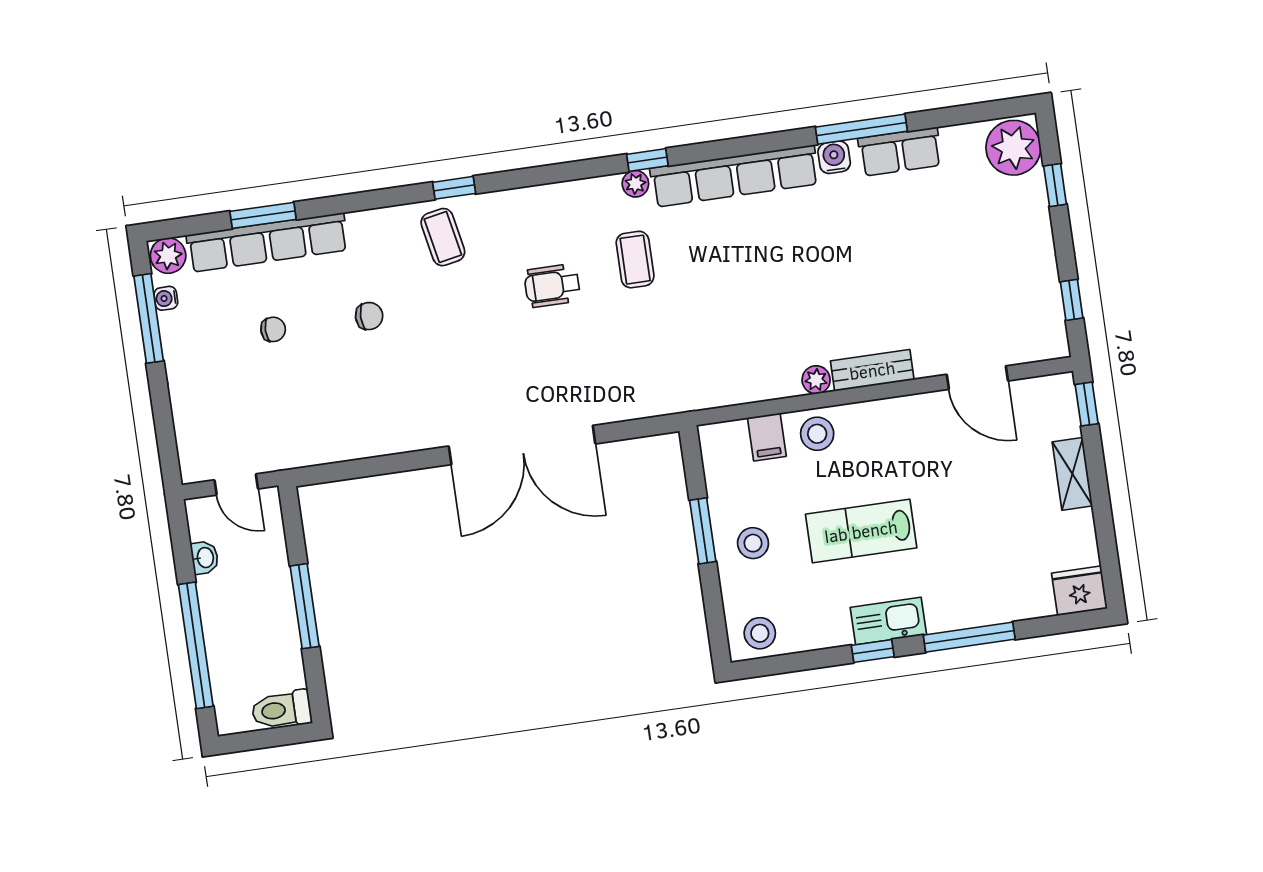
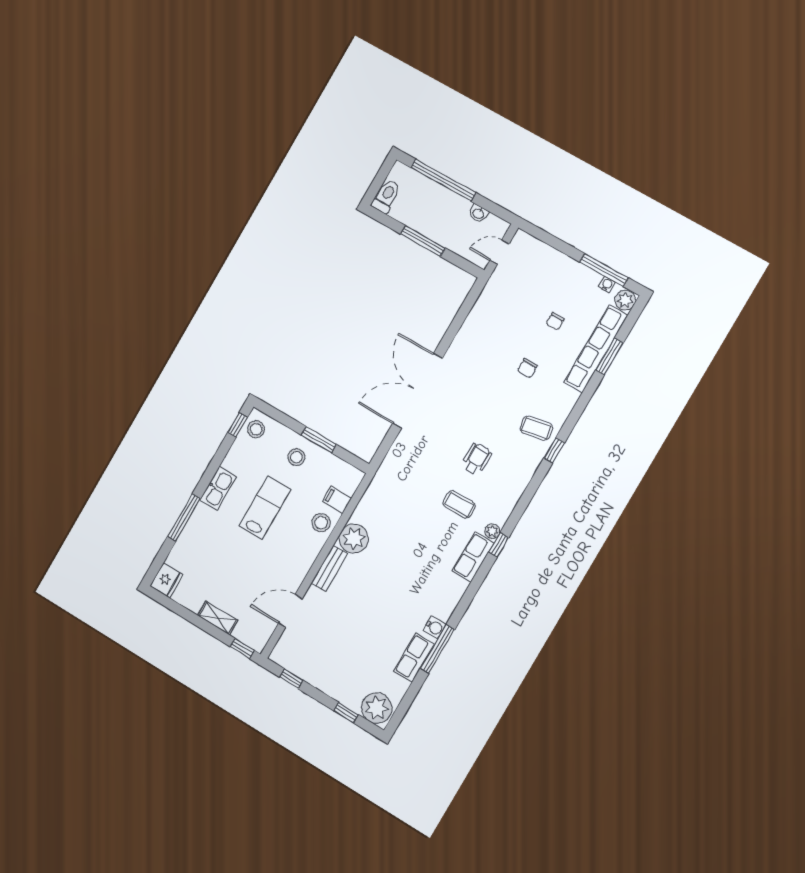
row of seats: (735, 176) -> (473, 557), width x0.50
plant: (816, 380) -> (354, 539), width x1.87, depth x1.87
window: (873, 651) -> (238, 425), moved

